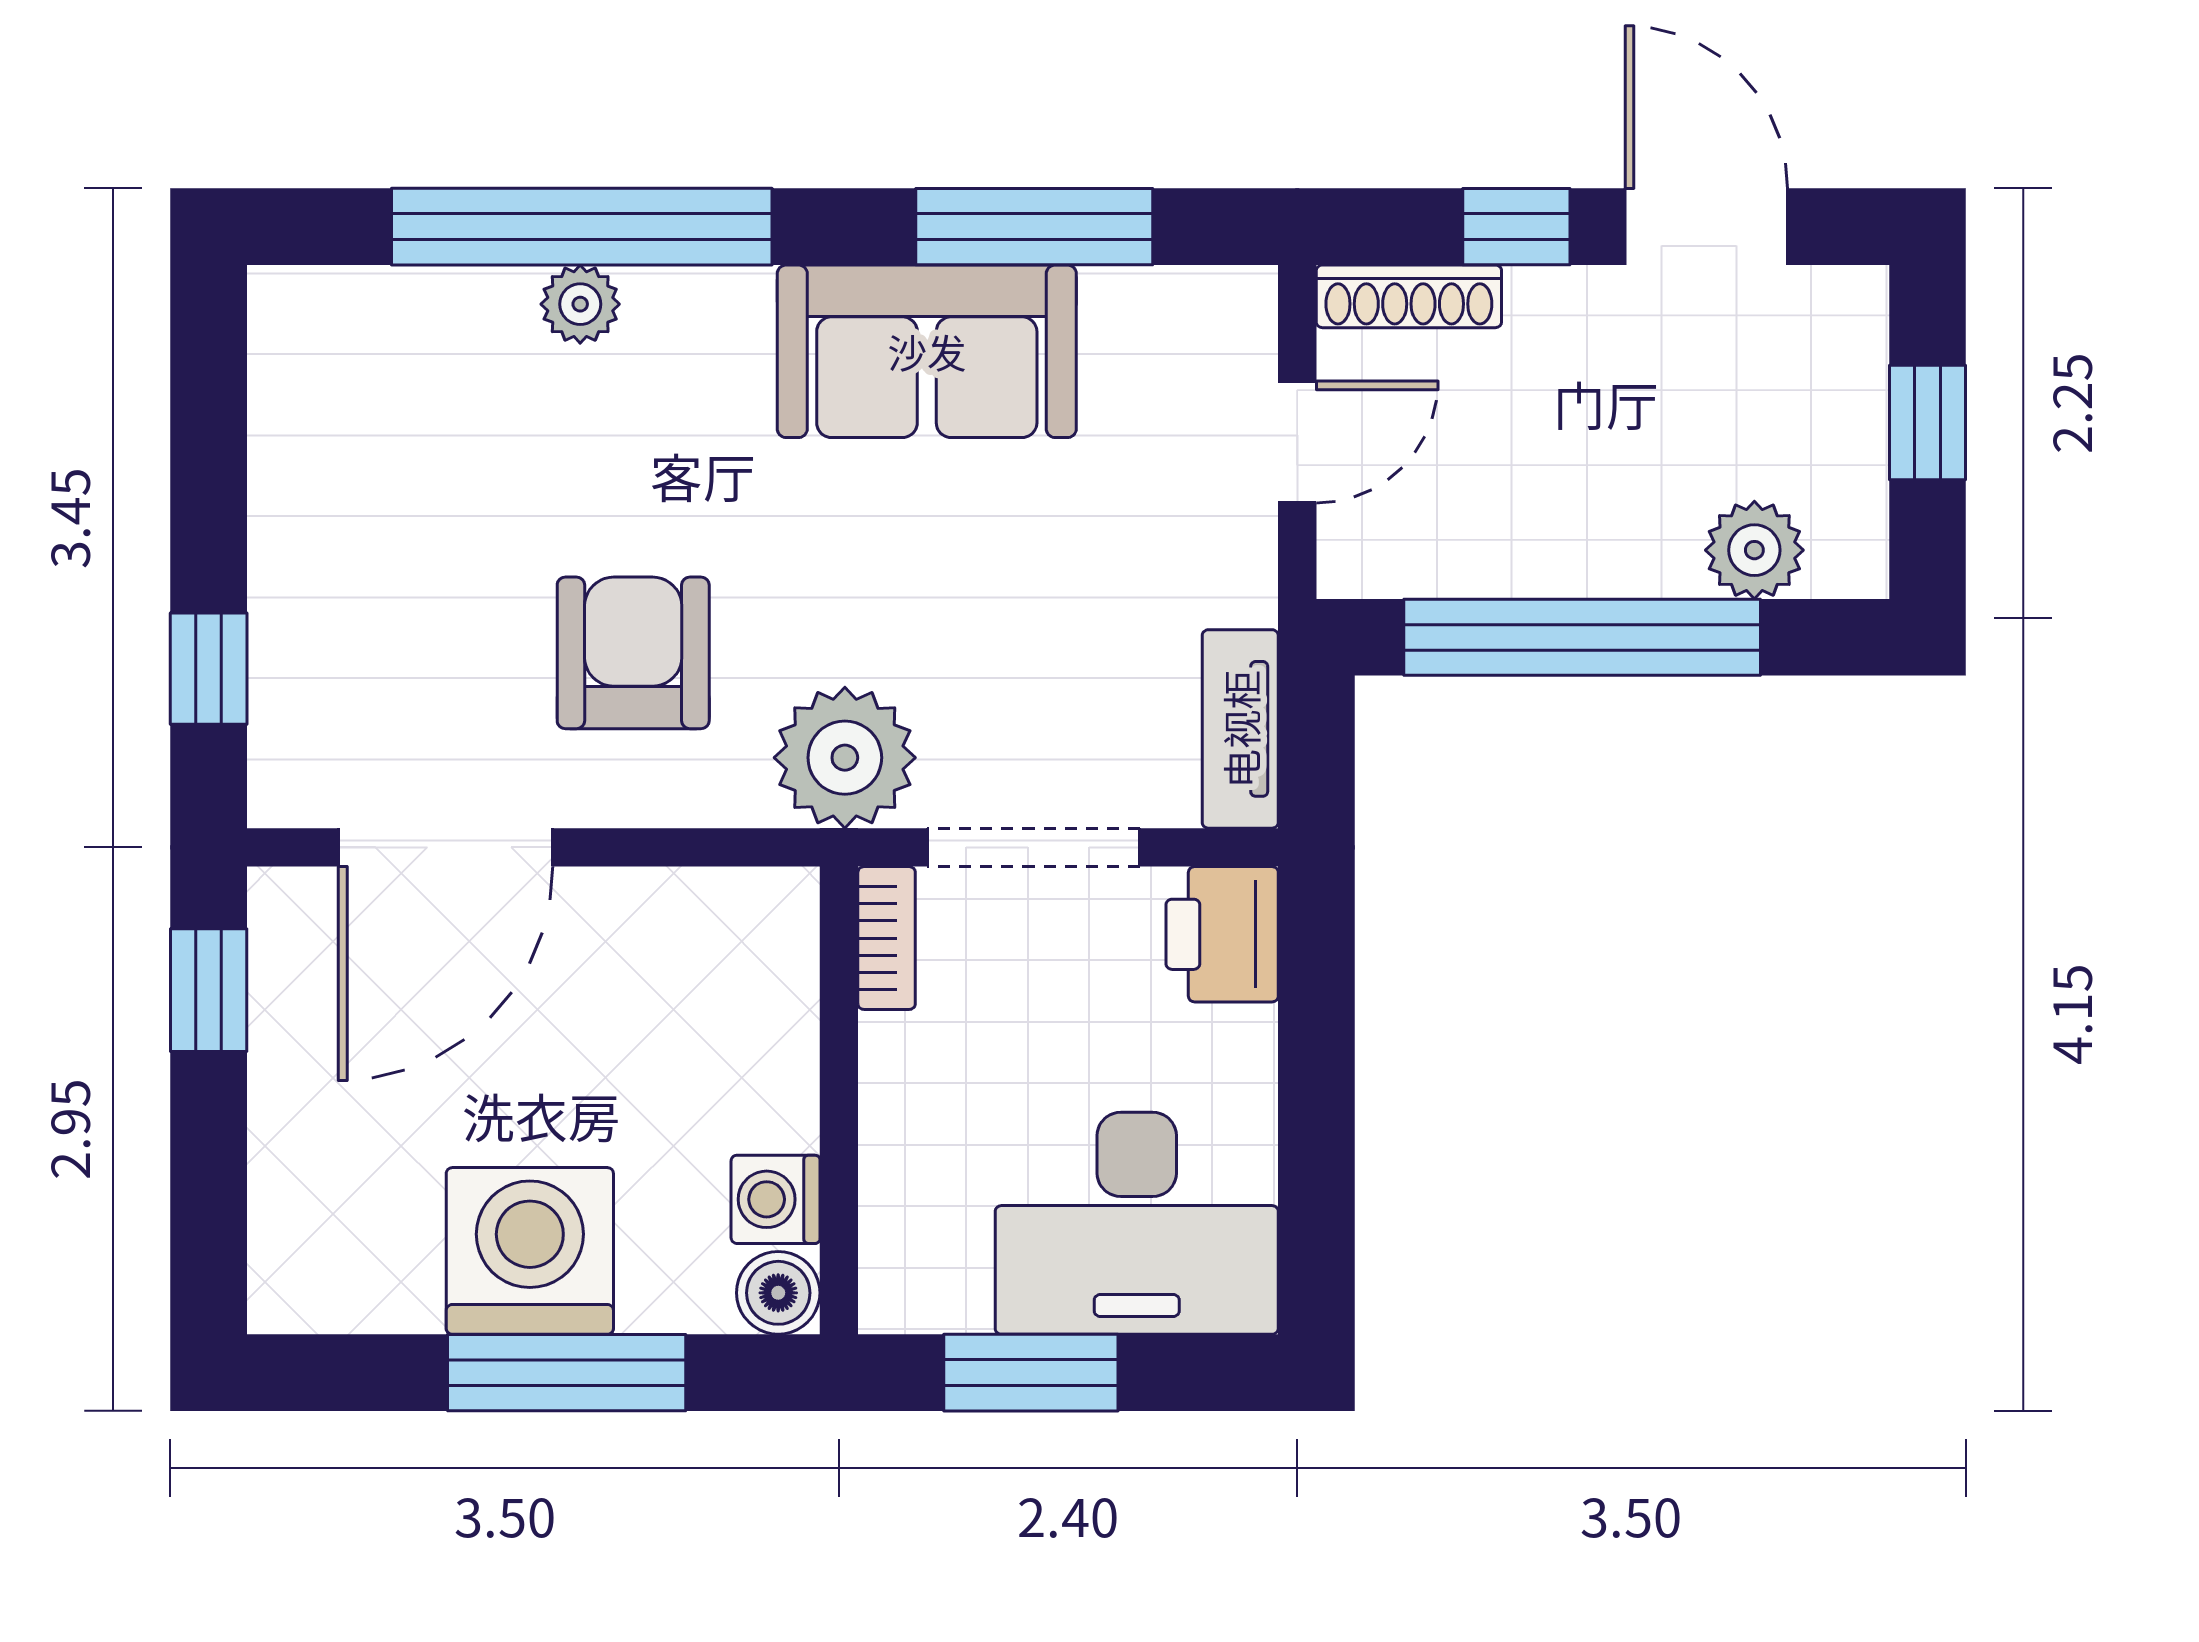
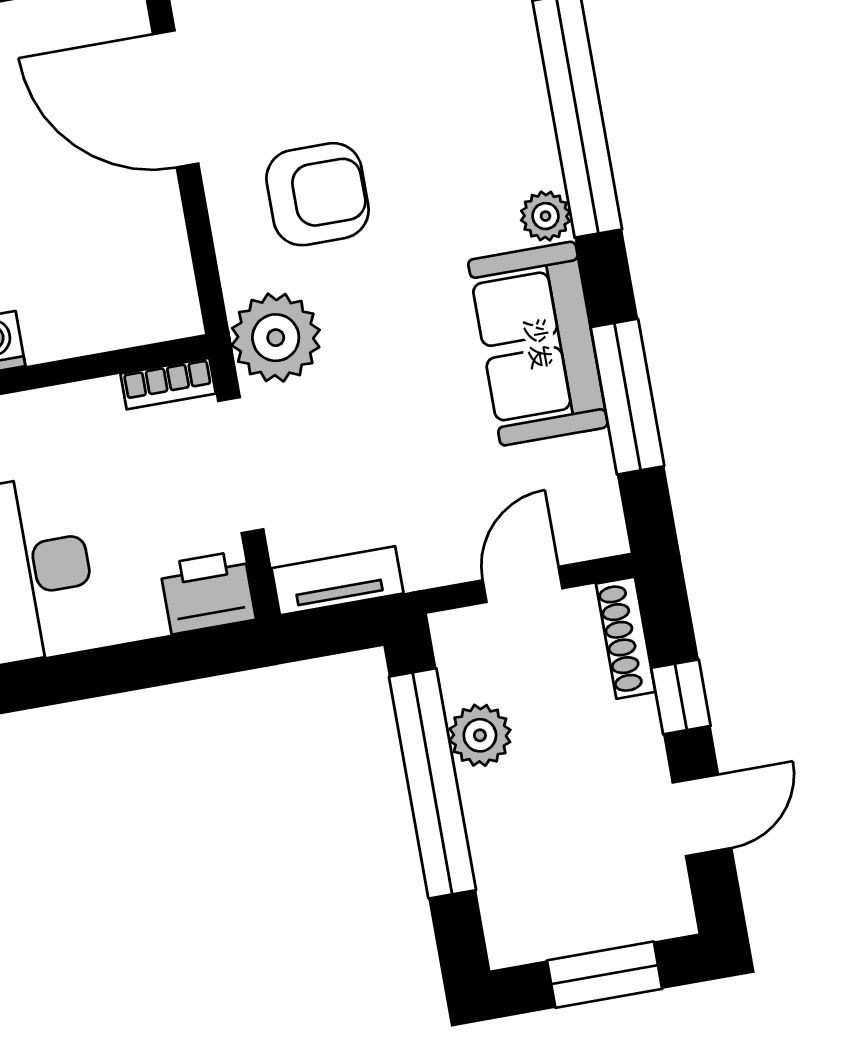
door: (1706, 227) -> (702, 815), width x0.73
plant: (580, 304) -> (545, 216), moved
window: (1928, 422) -> (605, 975), width x1.50
door: (1297, 442) -> (522, 584), swing flipped
plant: (1754, 550) -> (480, 735), moved

